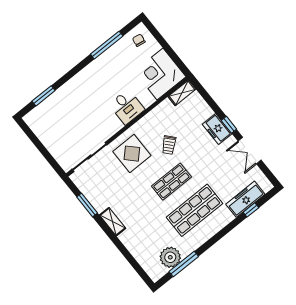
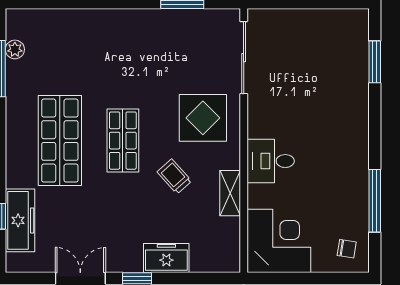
shelving: (182, 93) -> (230, 193), moved
freezer: (217, 129) -> (166, 258), moved
shelving: (113, 222) -> (133, 19), removed
plant: (170, 257) -> (15, 49), width x0.53, depth x0.53

